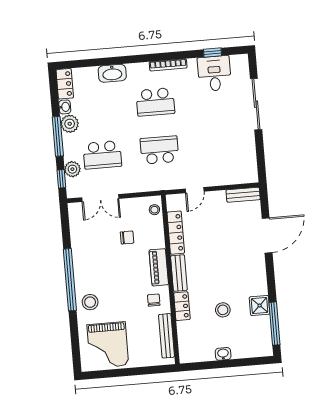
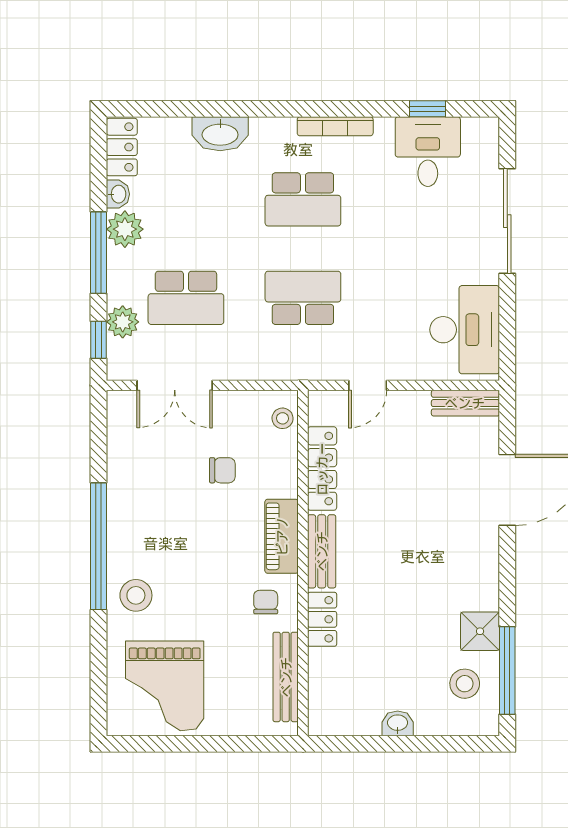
desk: (240, 159) -> (465, 330), added
stool: (223, 310) -> (465, 684), moved

